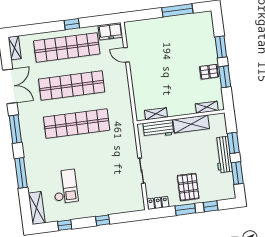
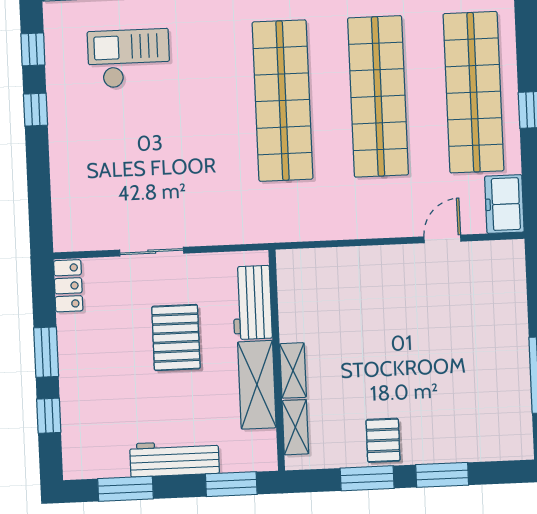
shelving: (156, 114) -> (293, 370), moved
window: (233, 143) -> (231, 484), moved
checkout: (65, 186) -> (129, 58), turned 180
pallet: (188, 187) -> (176, 338), moved, turned 90
window: (103, 220) -> (35, 110), moved

